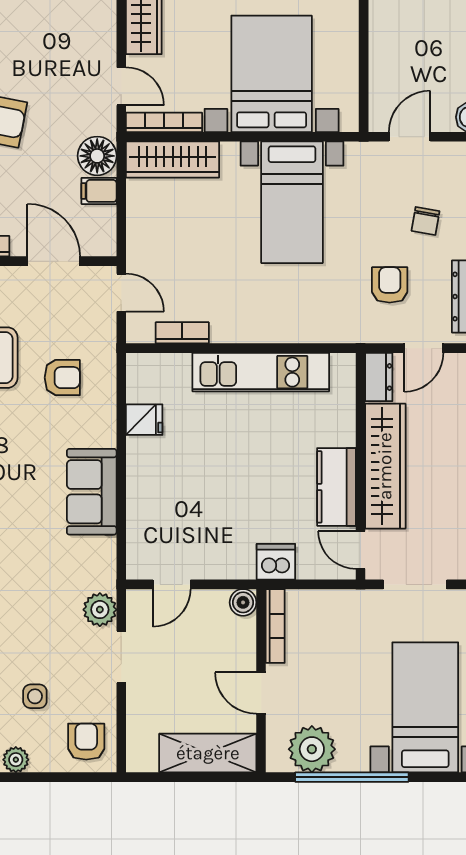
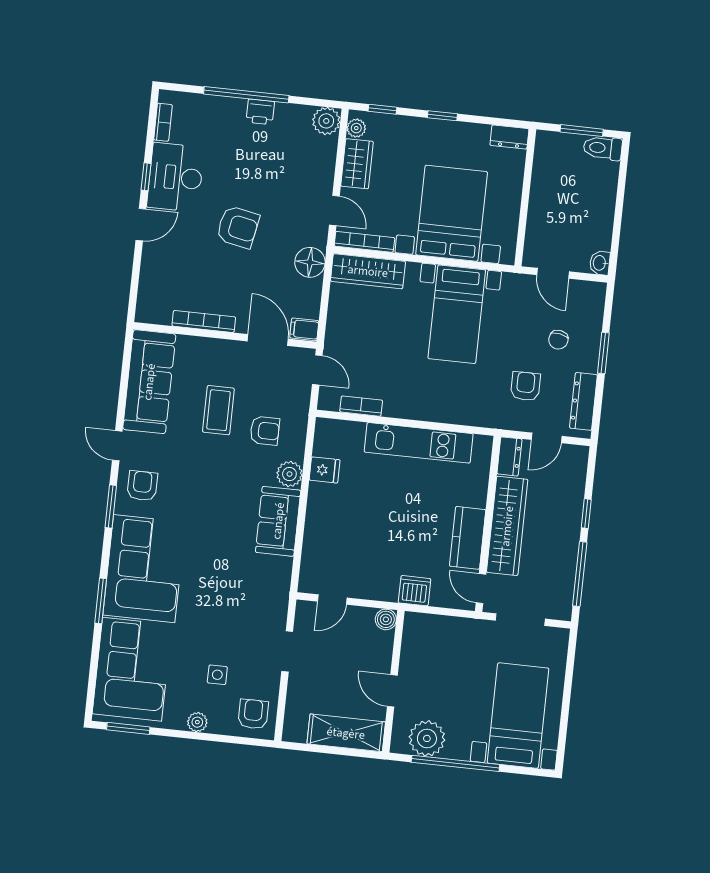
door: (410, 137) -> (553, 273), swing flipped
filing cabinet: (99, 191) -> (304, 329), moved
plant: (100, 610) -> (289, 474), moved
bookcase: (275, 626) -> (409, 640), removed

